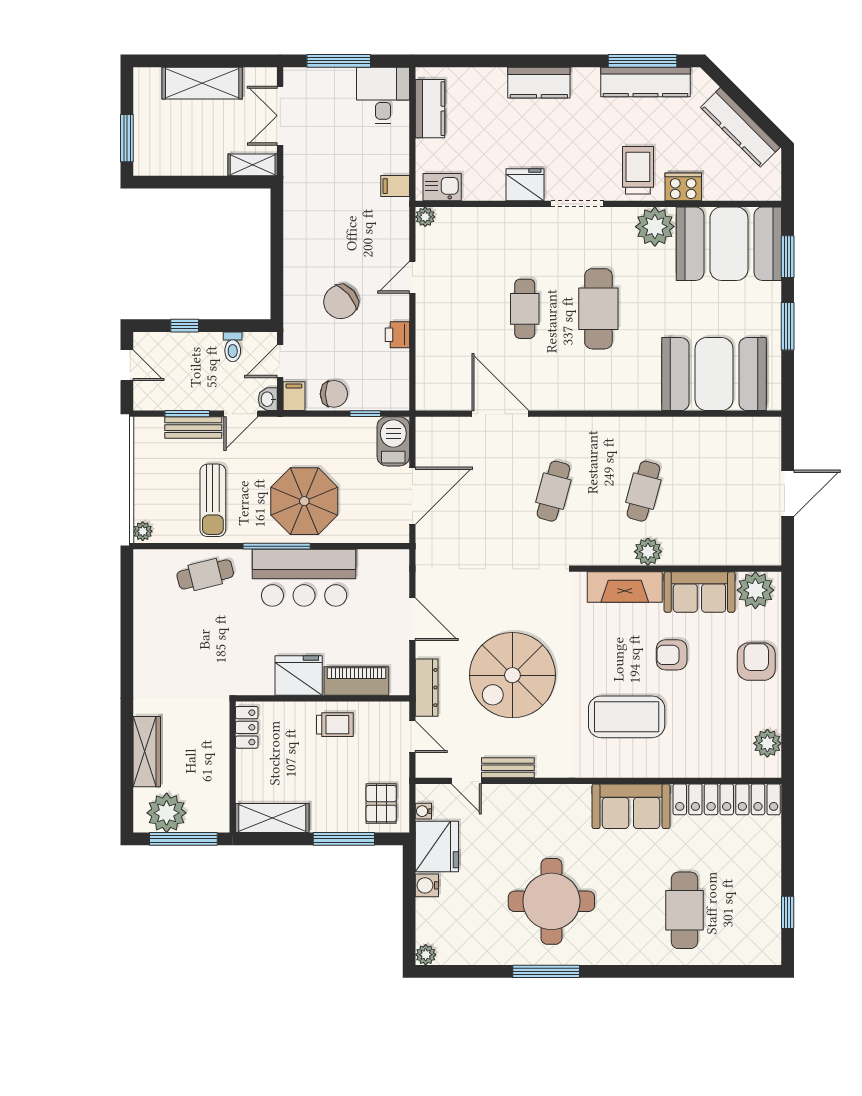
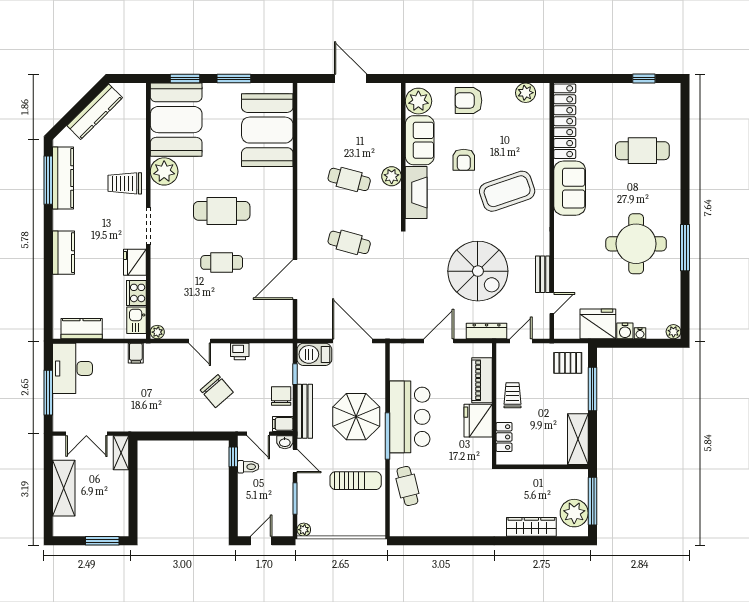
desk: (383, 95) -> (72, 368), width x1.37
cooker: (683, 187) -> (136, 293), moved
window: (185, 326) -> (233, 457), moved
bench: (193, 428) -> (305, 411), moved, width x1.36
plant: (143, 531) -> (304, 530), moved
coffee table: (627, 717) -> (507, 191), turned 71
locker: (247, 727) -> (504, 437), moved, turned 90
water cooler: (423, 811) -> (640, 333), moved

